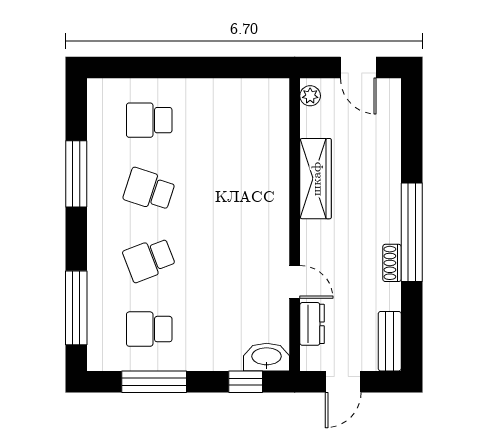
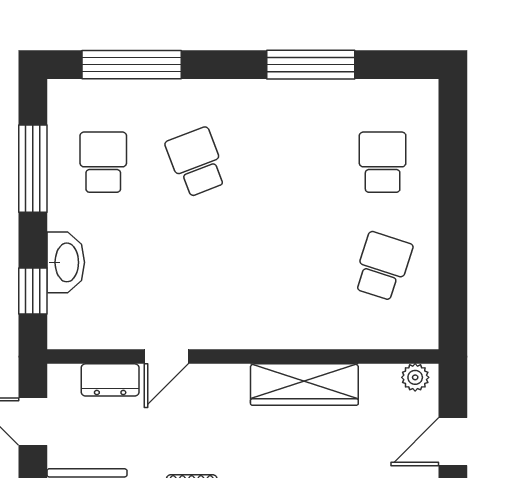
school desk: (149, 190) -> (383, 266), moved
washbasin: (267, 357) -> (66, 262), moved

